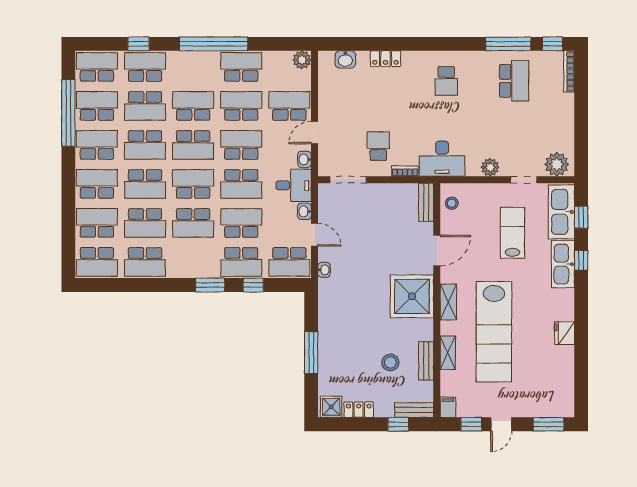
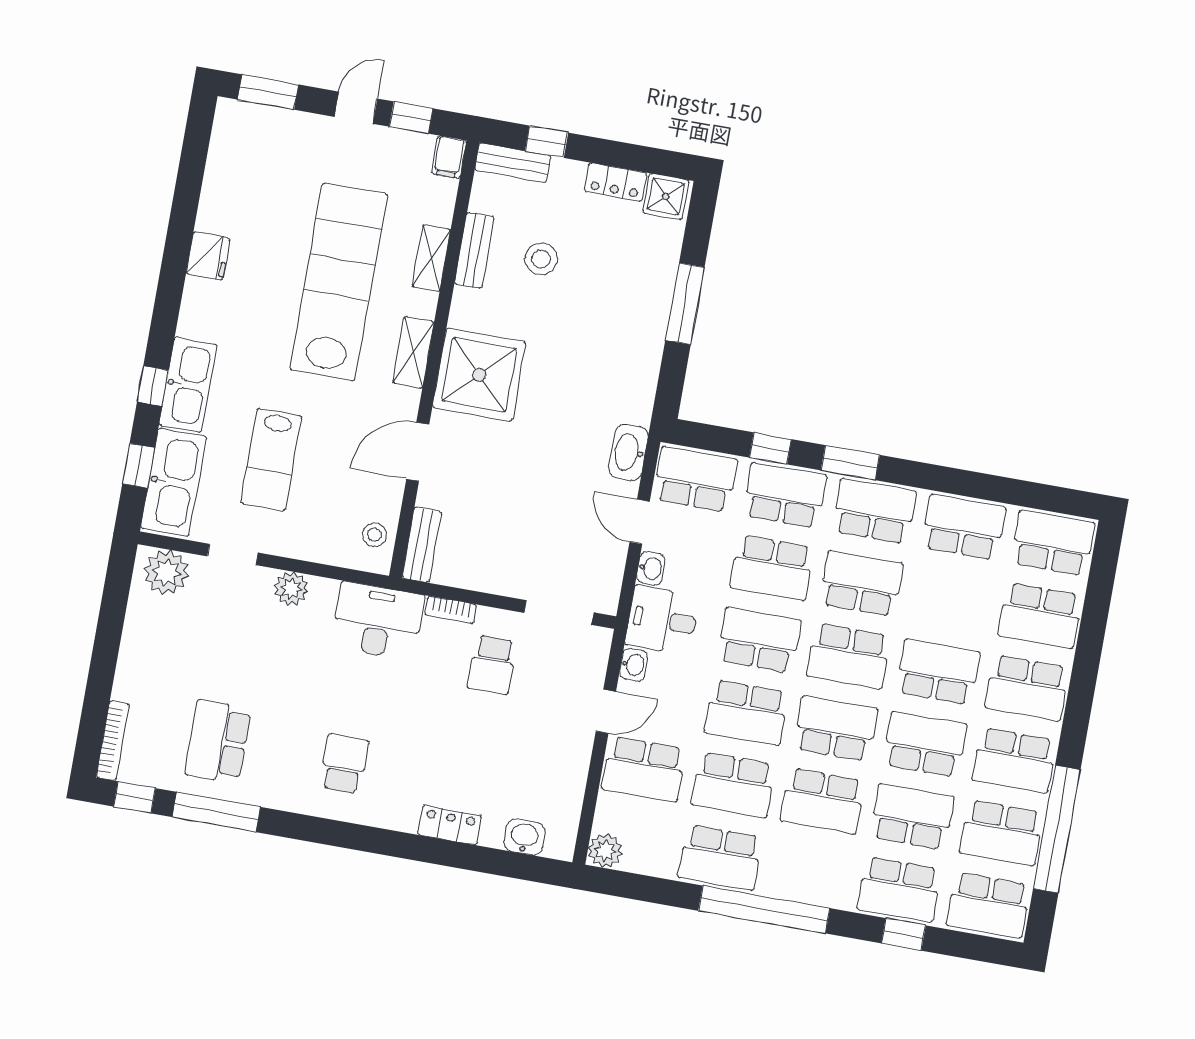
school desk: (145, 223) -> (874, 511), moved
washbasin: (324, 270) -> (629, 452), width x1.91, depth x1.45

